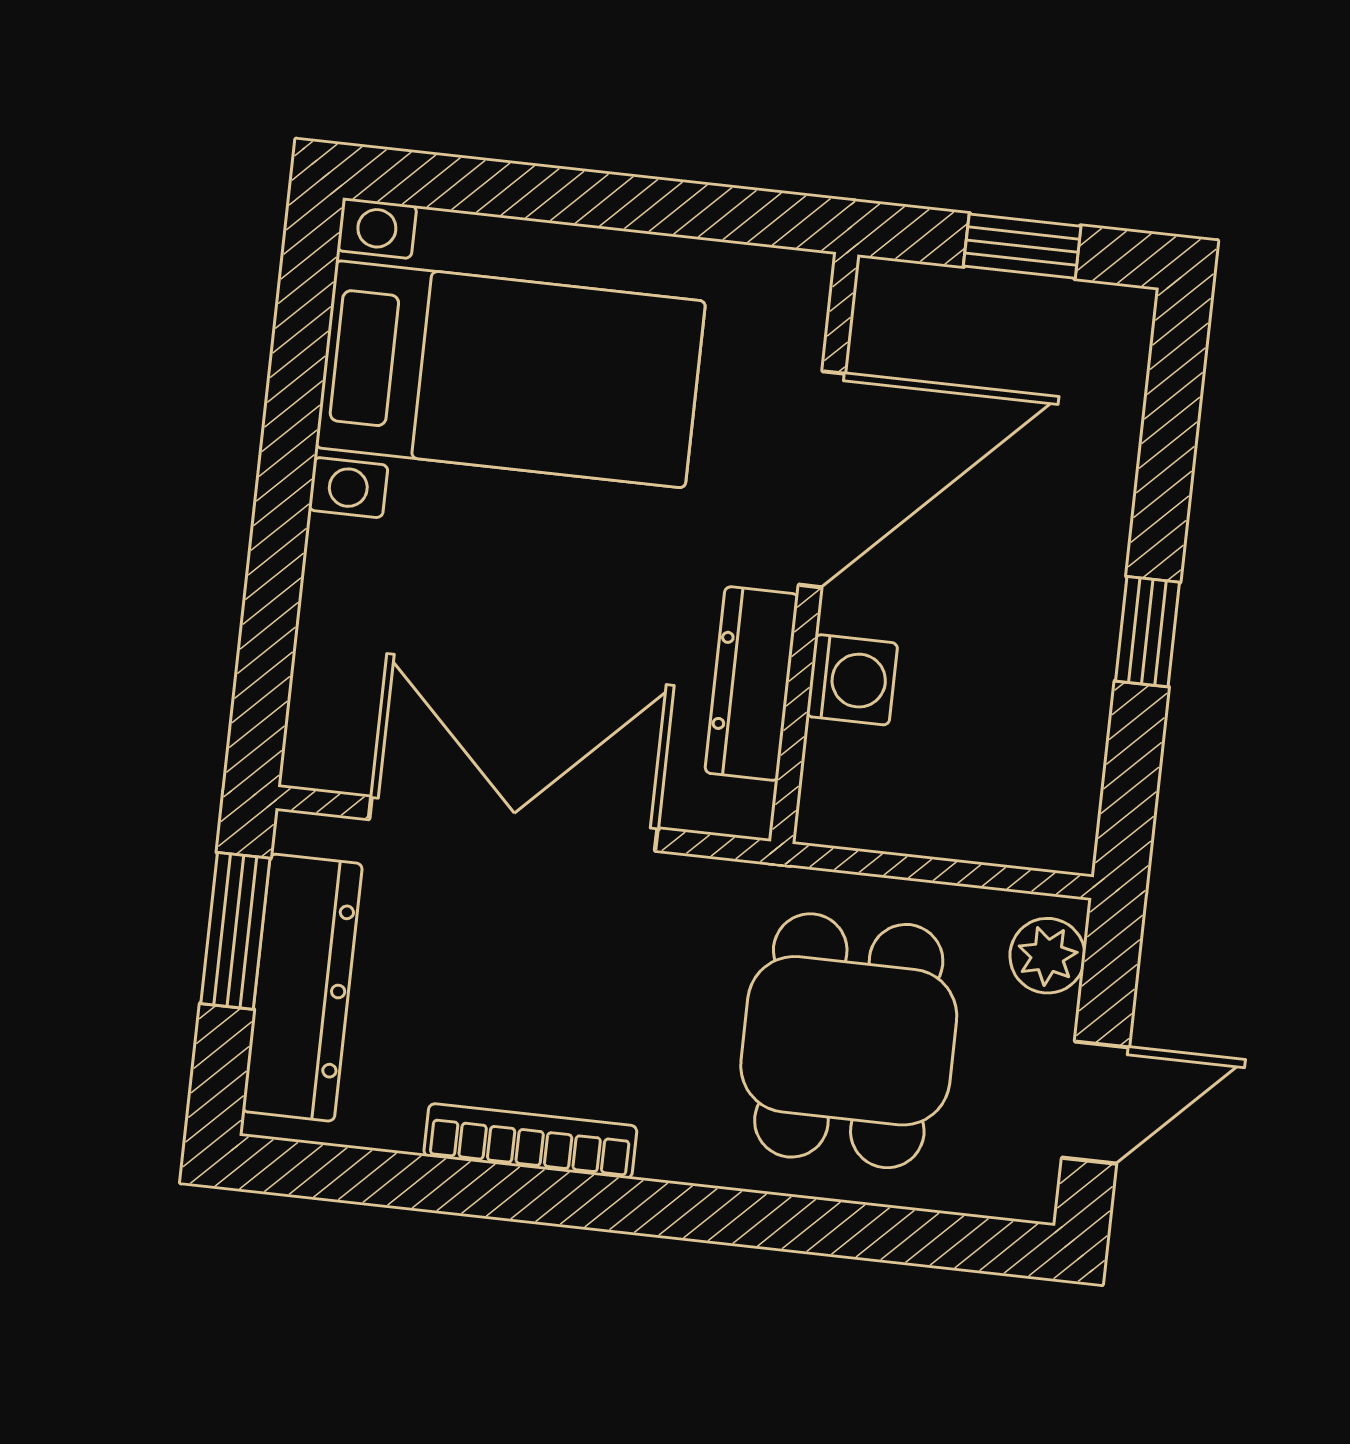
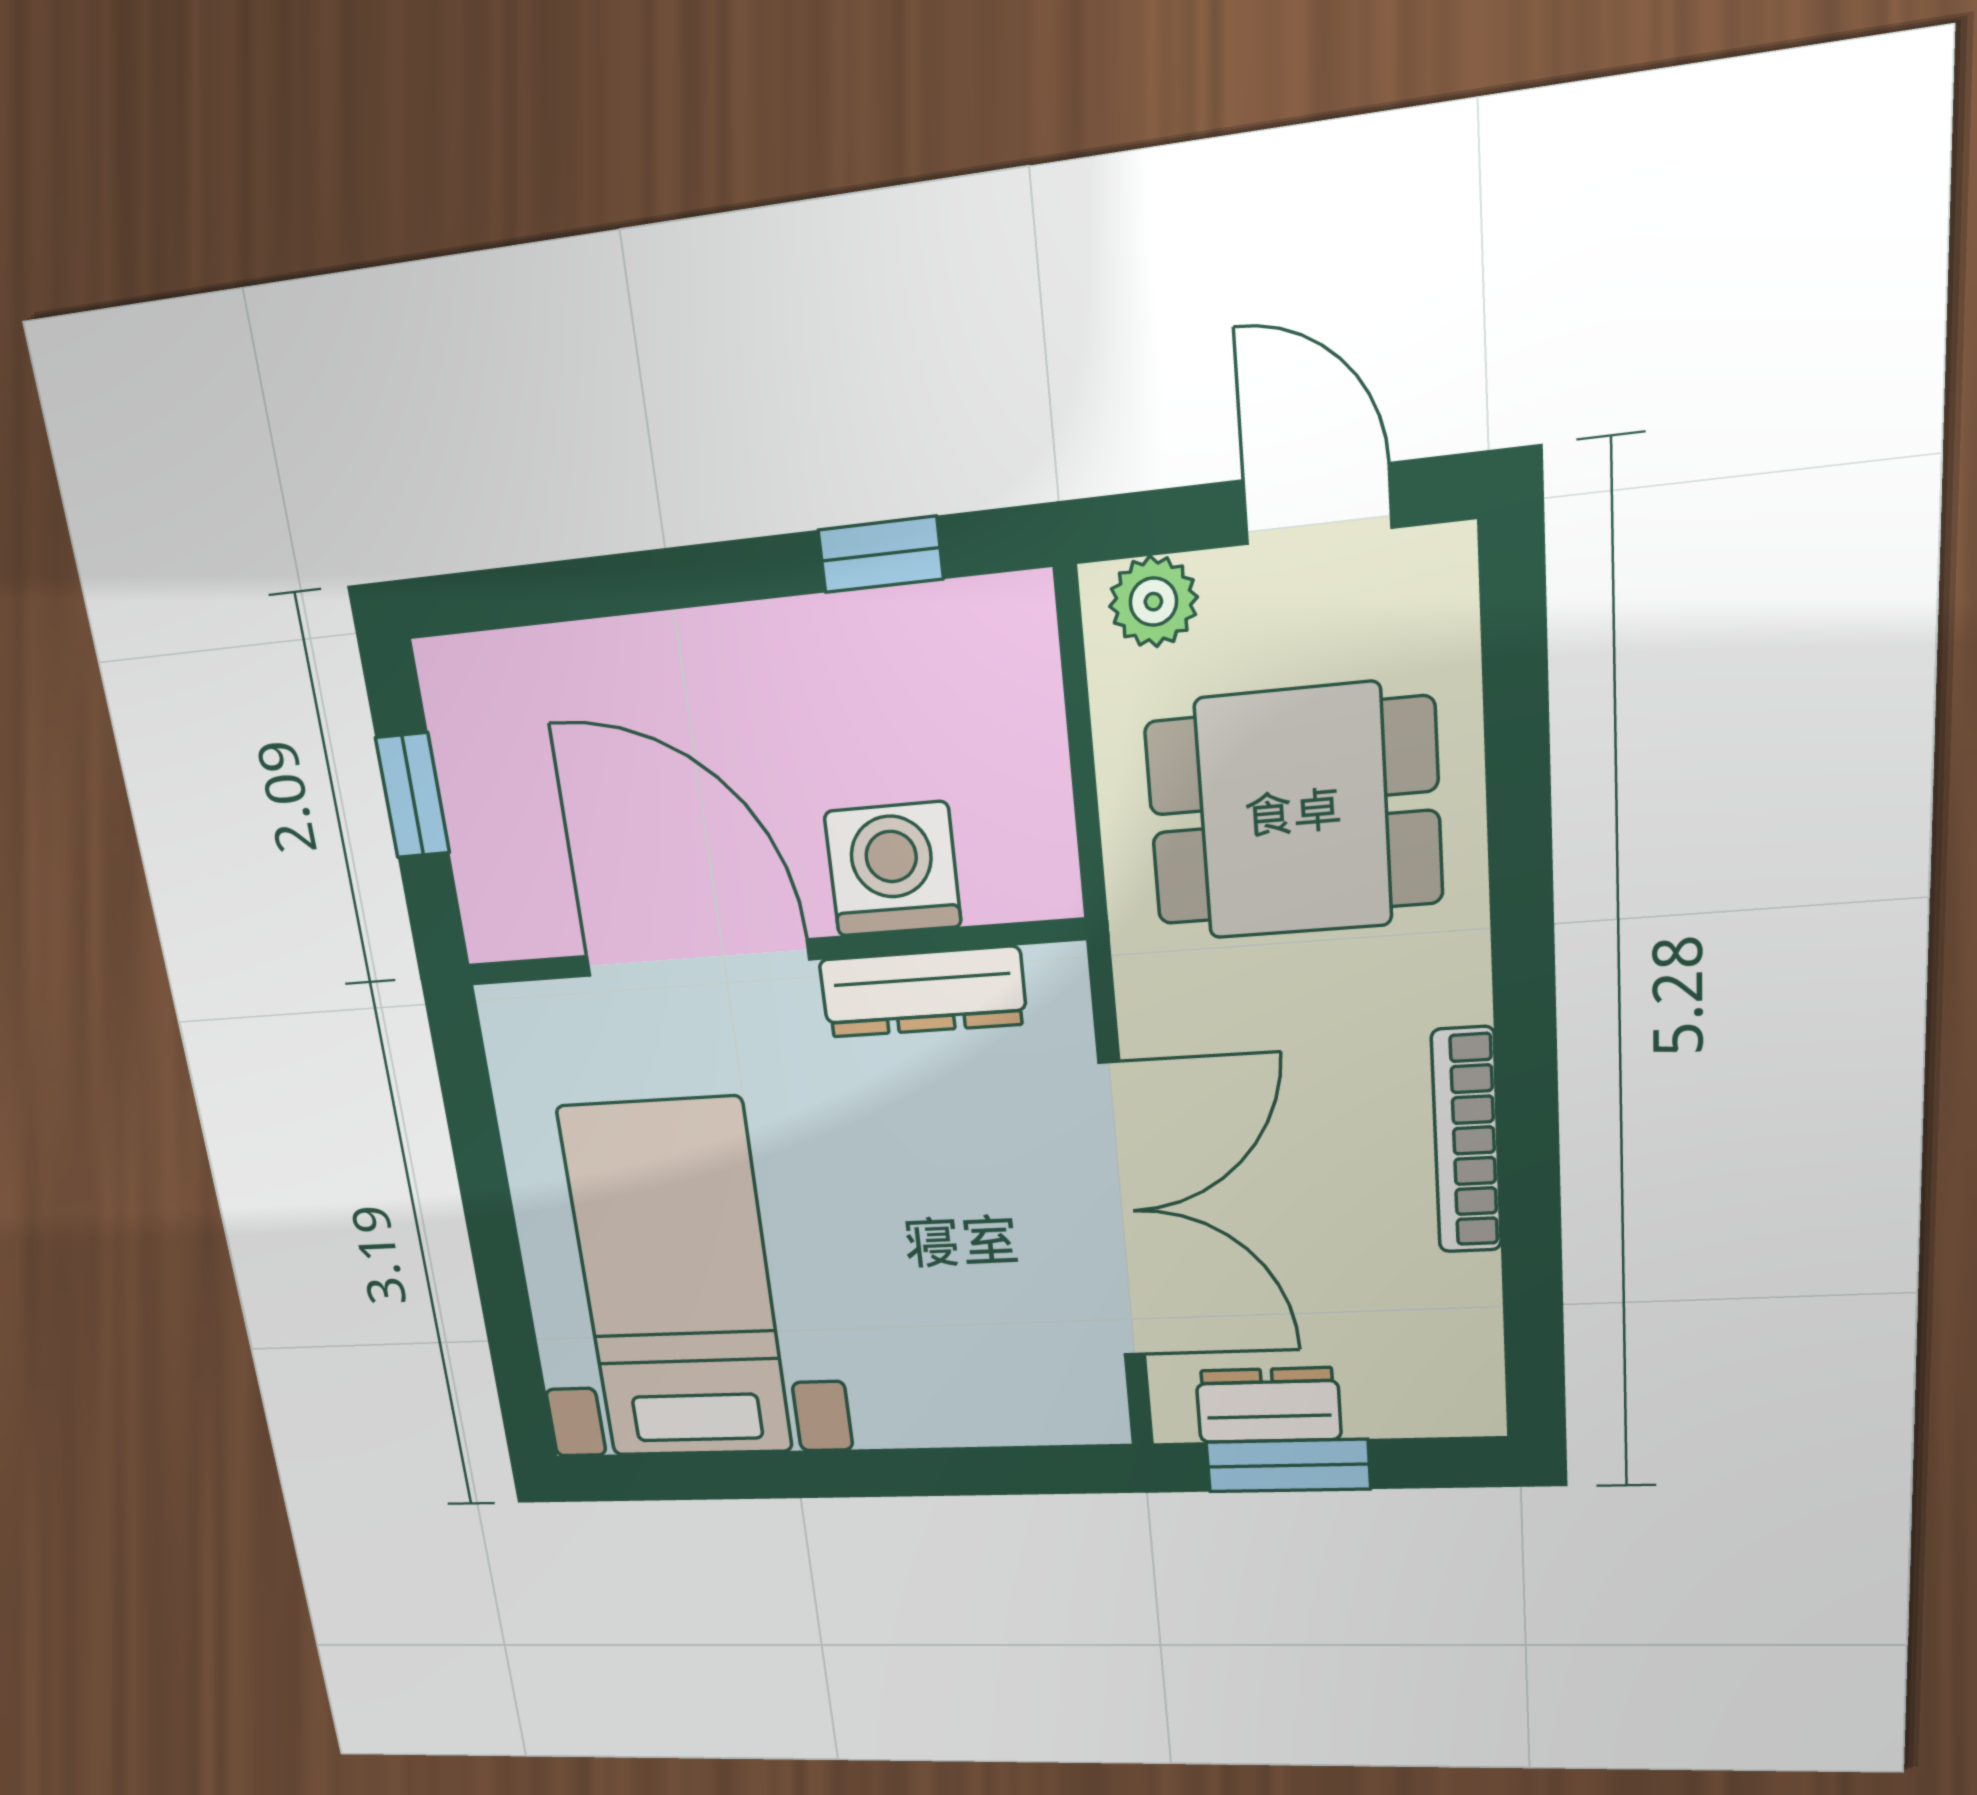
window: (1147, 632) -> (881, 554), moved
washing machine: (852, 680) -> (893, 869), width x1.38, depth x1.38
double door: (513, 824) -> (1122, 1211), swing flipped
dresser: (302, 988) -> (1268, 1405), width x0.51, depth x0.80

